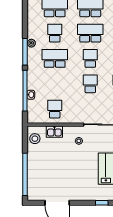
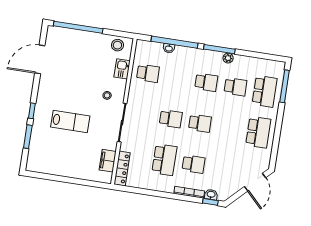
school desk: (90, 33) -> (229, 128), removed
school desk: (55, 58) -> (206, 82), width x0.54

